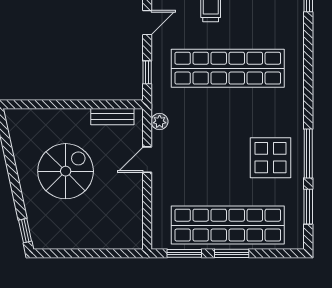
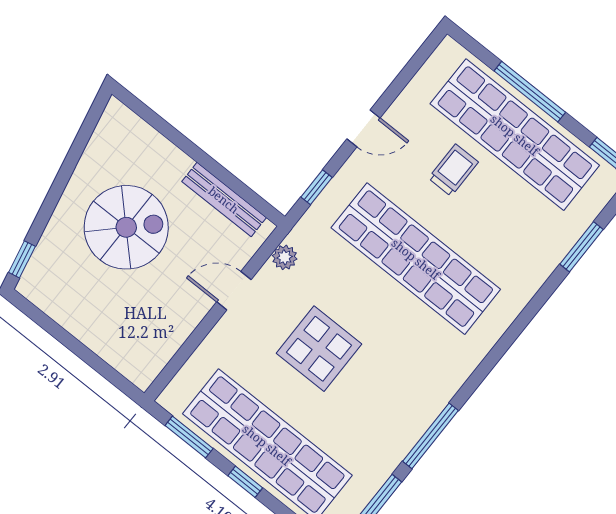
bench: (112, 117) -> (224, 200), width x1.36
display table: (271, 158) -> (319, 349), moved
window: (232, 253) -> (245, 482), width x0.67

